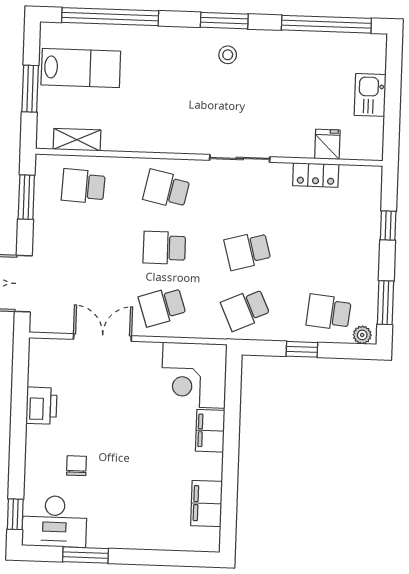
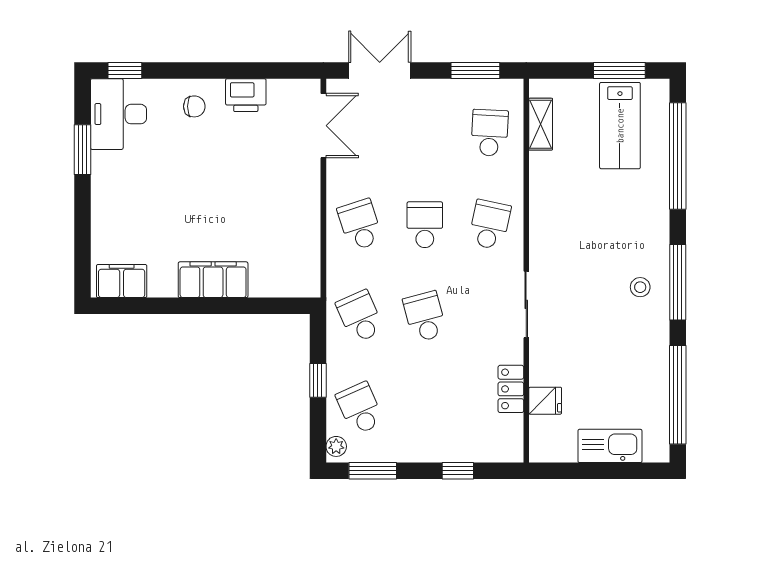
window: (224, 21) -> (678, 282), width x1.44
window: (30, 89) -> (619, 70), moved
kitchen sink: (370, 95) -> (610, 446), width x1.38
school desk: (329, 312) -> (360, 409), turned -30
double door: (102, 337) -> (323, 126), moved
corner desk: (194, 375) -> (285, 262), removed
filing cabinet: (210, 431) -> (213, 280), width x1.50, depth x1.17
chair: (77, 466) -> (194, 106), moved
filing cabinet: (206, 503) -> (122, 281), moved

